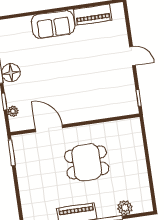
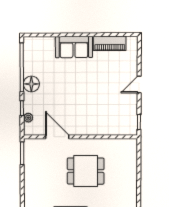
door: (132, 56) -> (139, 85), swing flipped

